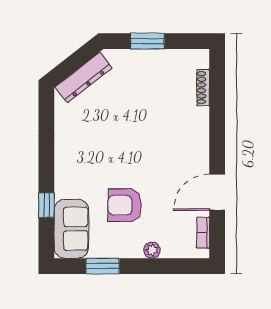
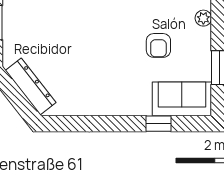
armchair: (125, 205) -> (158, 45), width x0.72, depth x0.72

